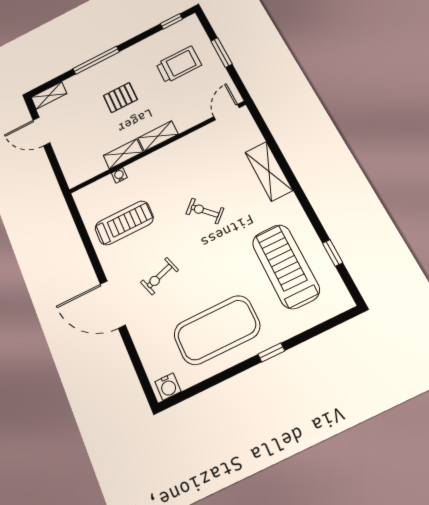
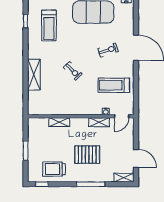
trolley: (179, 65) -> (54, 169), moved
pallet: (120, 98) -> (87, 155), width x1.50, depth x1.42
door: (227, 112) -> (122, 116), moved
shelving: (158, 136) -> (59, 122), moved
treadmill: (286, 266) -> (49, 25), width x0.73, depth x0.73

